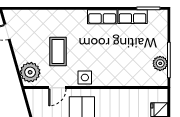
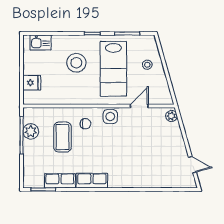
coffee table: (58, 52) -> (63, 137), moved
chair: (108, 71) -> (85, 124), added
plant: (30, 72) -> (171, 116), width x0.53, depth x0.53

